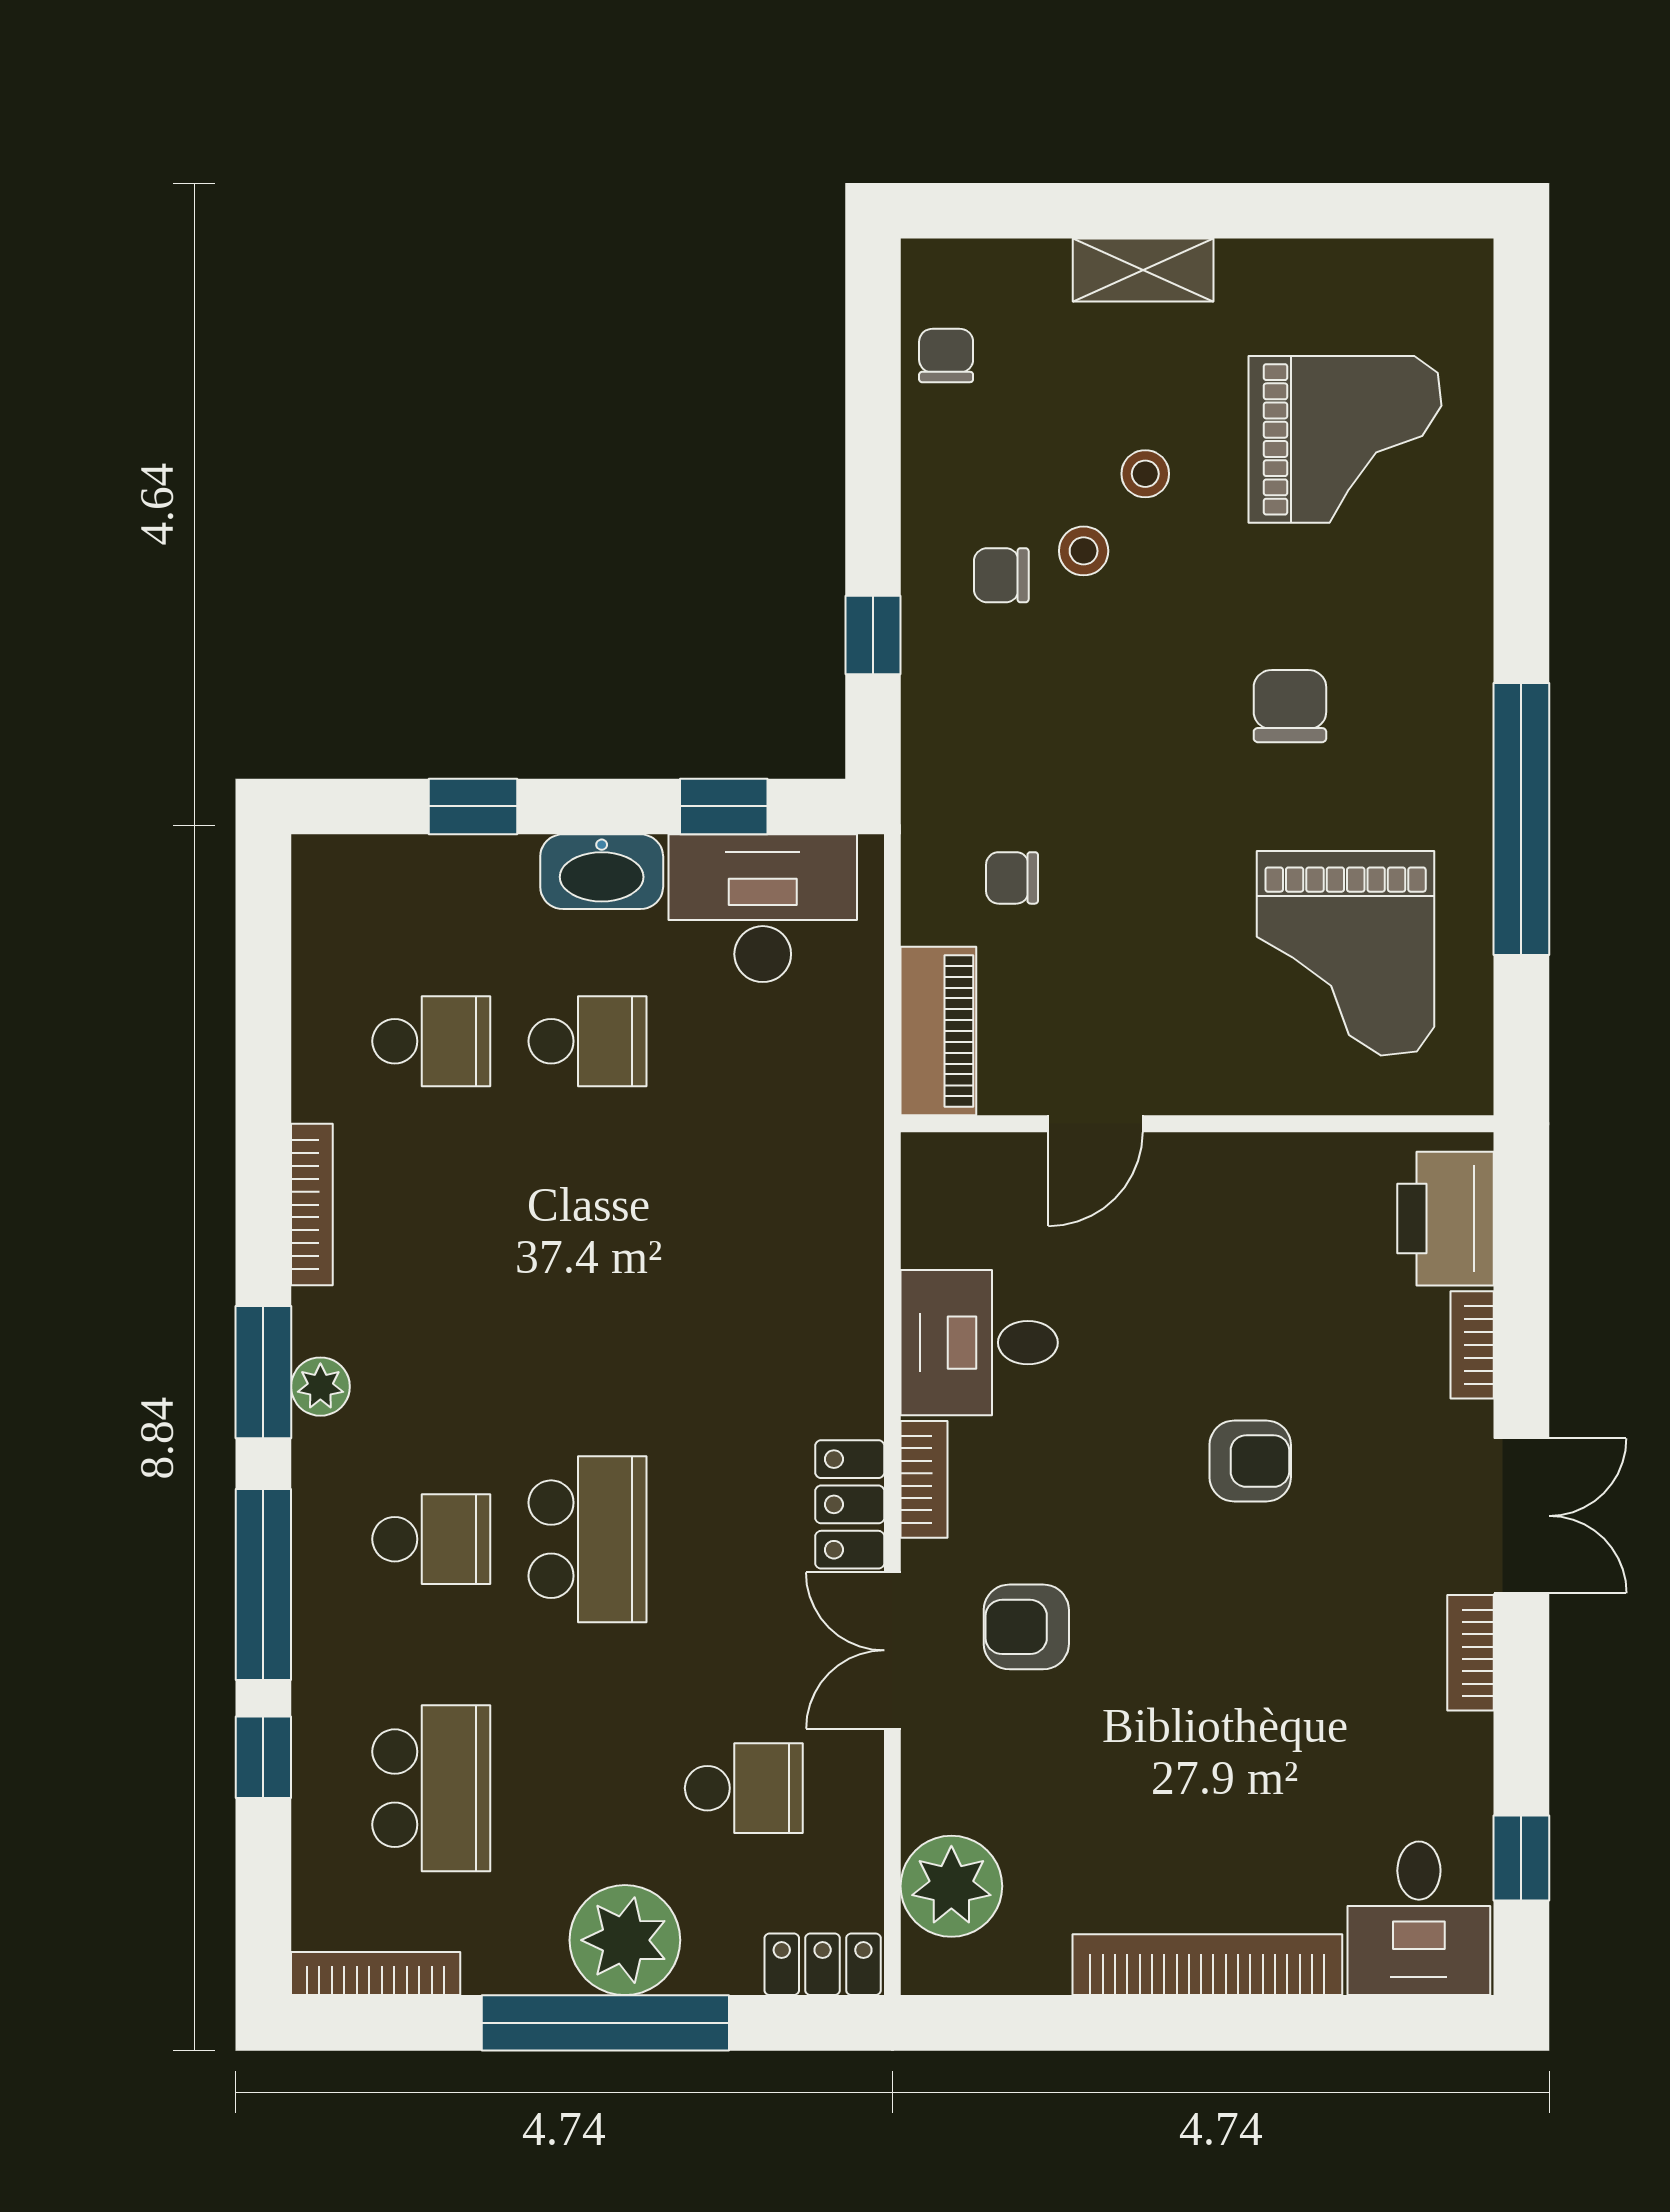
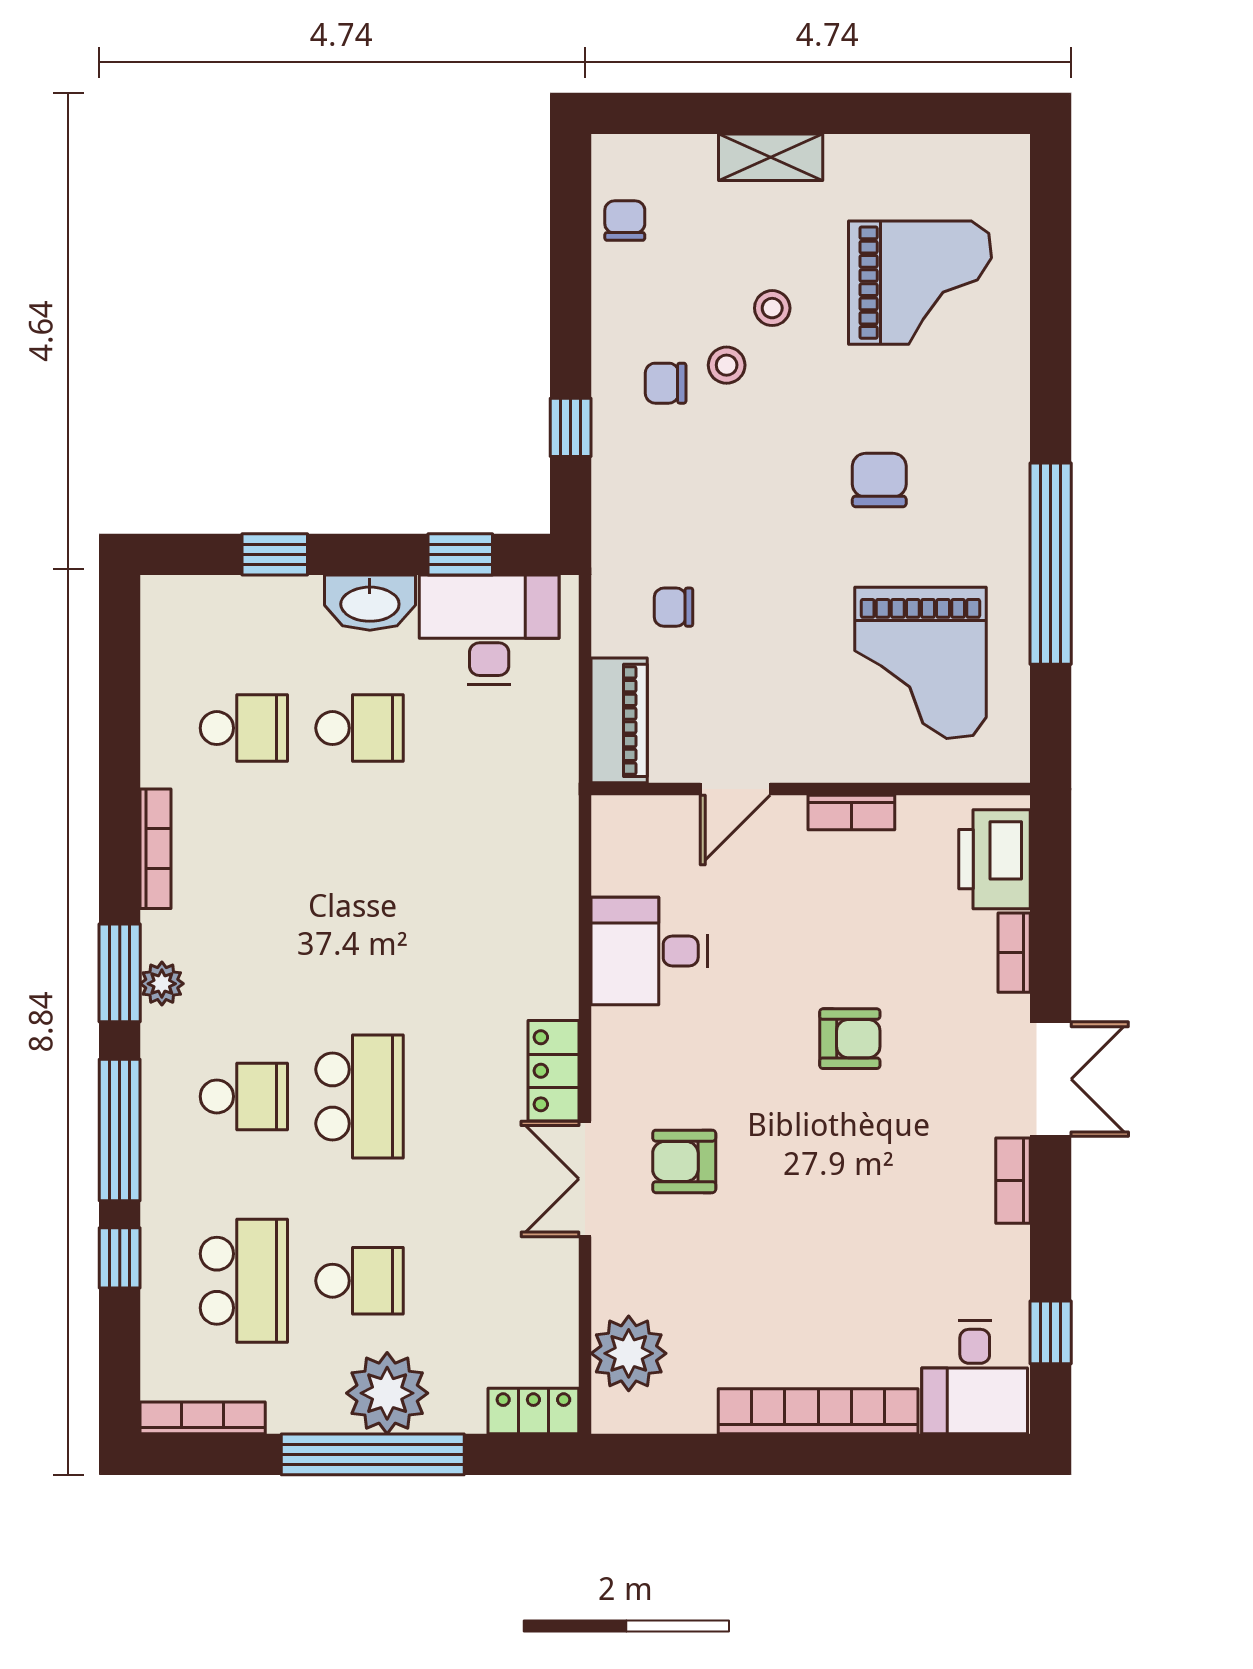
bookcase: (924, 1479) -> (851, 813), moved, turned 90
school desk: (744, 1788) -> (360, 1281), moved

